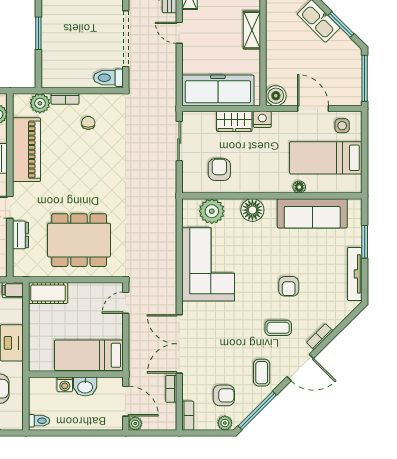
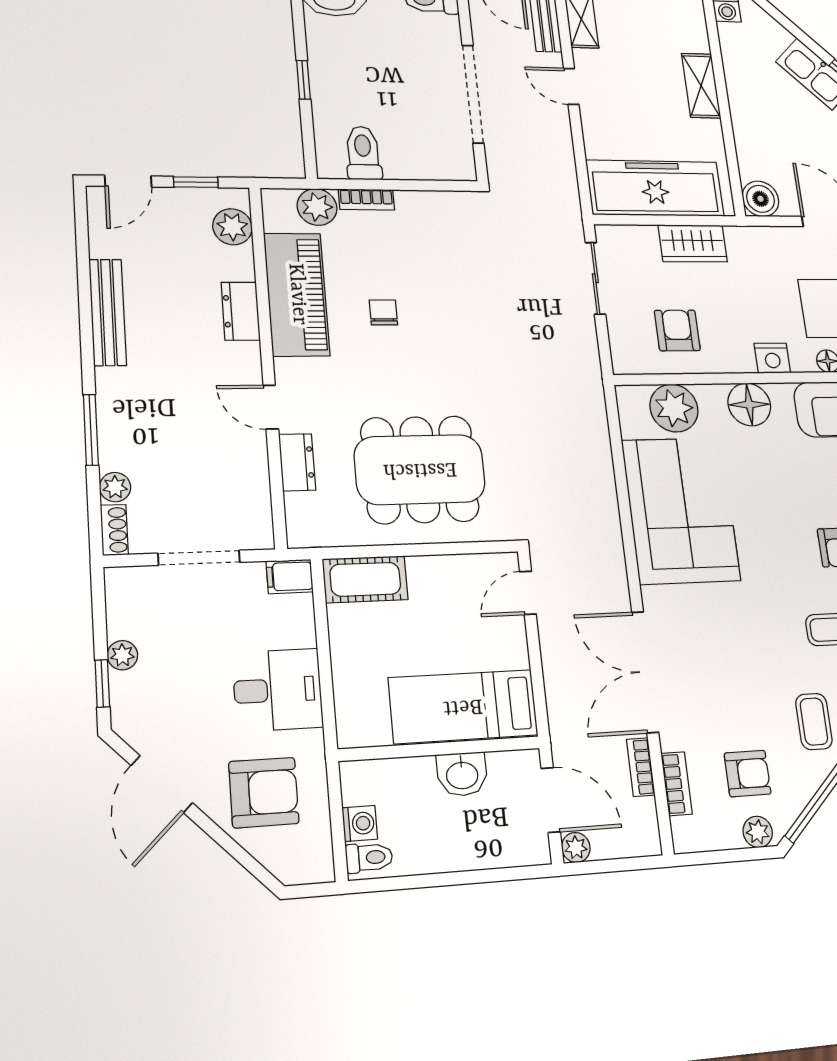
window: (38, 33) -> (303, 80), width x0.67
toilet: (108, 78) -> (363, 153), moved, turned 90
nightstand: (262, 119) -> (772, 358), moved, turned 180
chair: (88, 123) -> (383, 312), moved
washing machine: (65, 384) -> (360, 823), moved, turned -90
bookcase: (188, 416) -> (677, 784), moved

